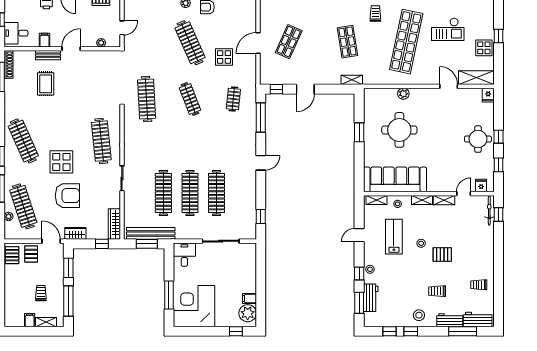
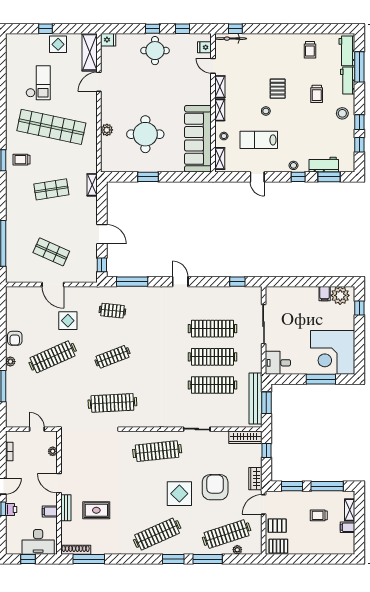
desk: (16, 33) -> (38, 542), width x1.37

